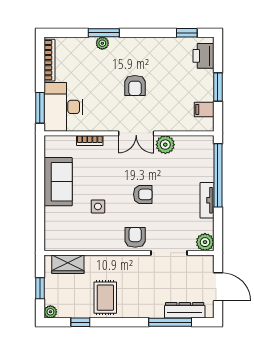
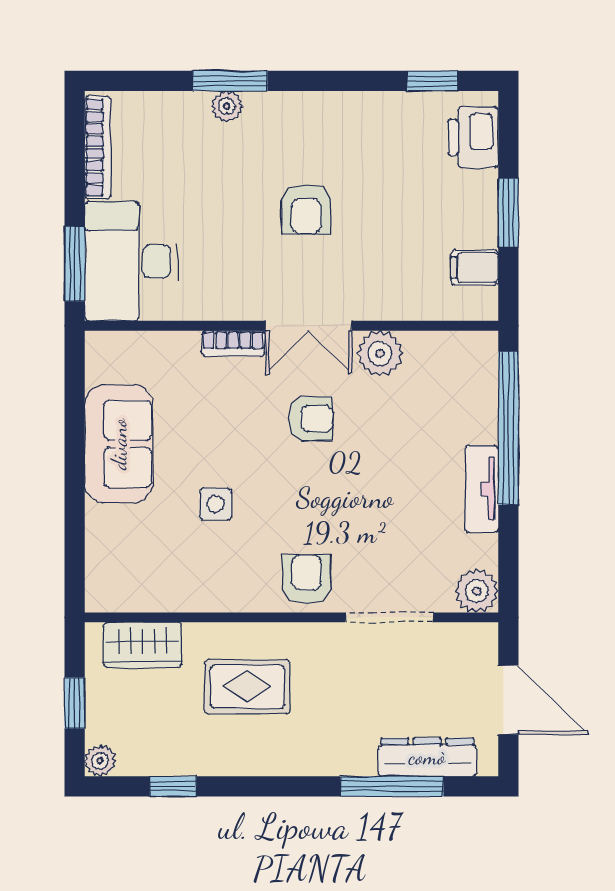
bookcase: (90, 141) -> (233, 343), moved
armchair: (143, 194) -> (310, 418), moved
rug: (105, 298) -> (247, 687), moved, turned 90

